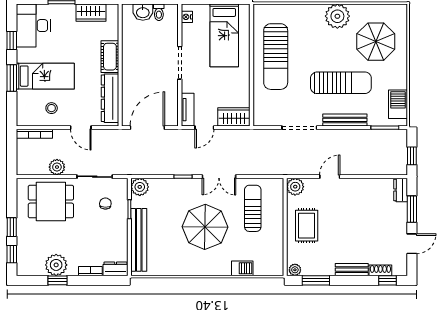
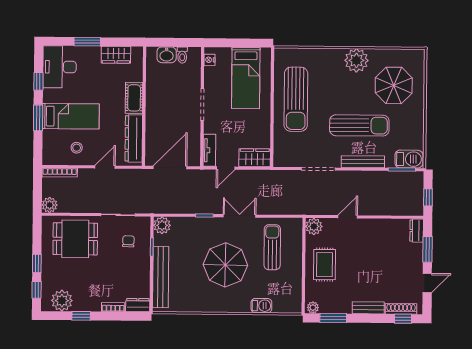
barbecue: (398, 104) -> (409, 159), moved, turned 90
door: (81, 128) -> (105, 167), swing flipped
plant: (57, 167) -> (50, 205), moved
double door: (219, 177) -> (240, 216), swing flipped
plant: (56, 265) -> (62, 301), moved
shoe rack: (380, 270) -> (401, 309), width x1.43

